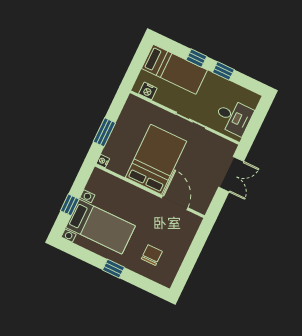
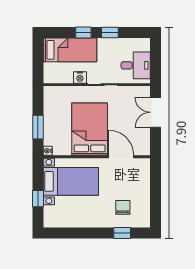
nightstand: (148, 91) -> (80, 77), moved
double door: (231, 174) -> (156, 112), swing flipped
bed with nightstands: (100, 227) -> (71, 181), moved
window: (113, 269) -> (122, 233), moved

